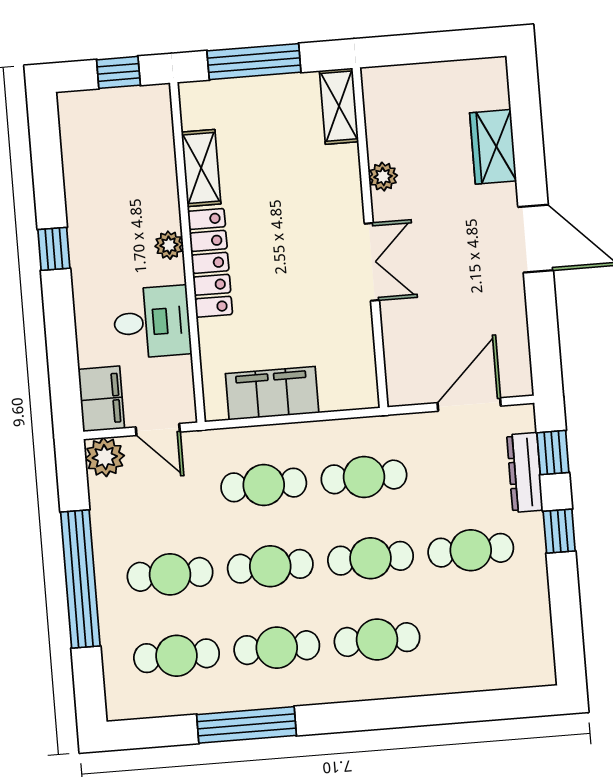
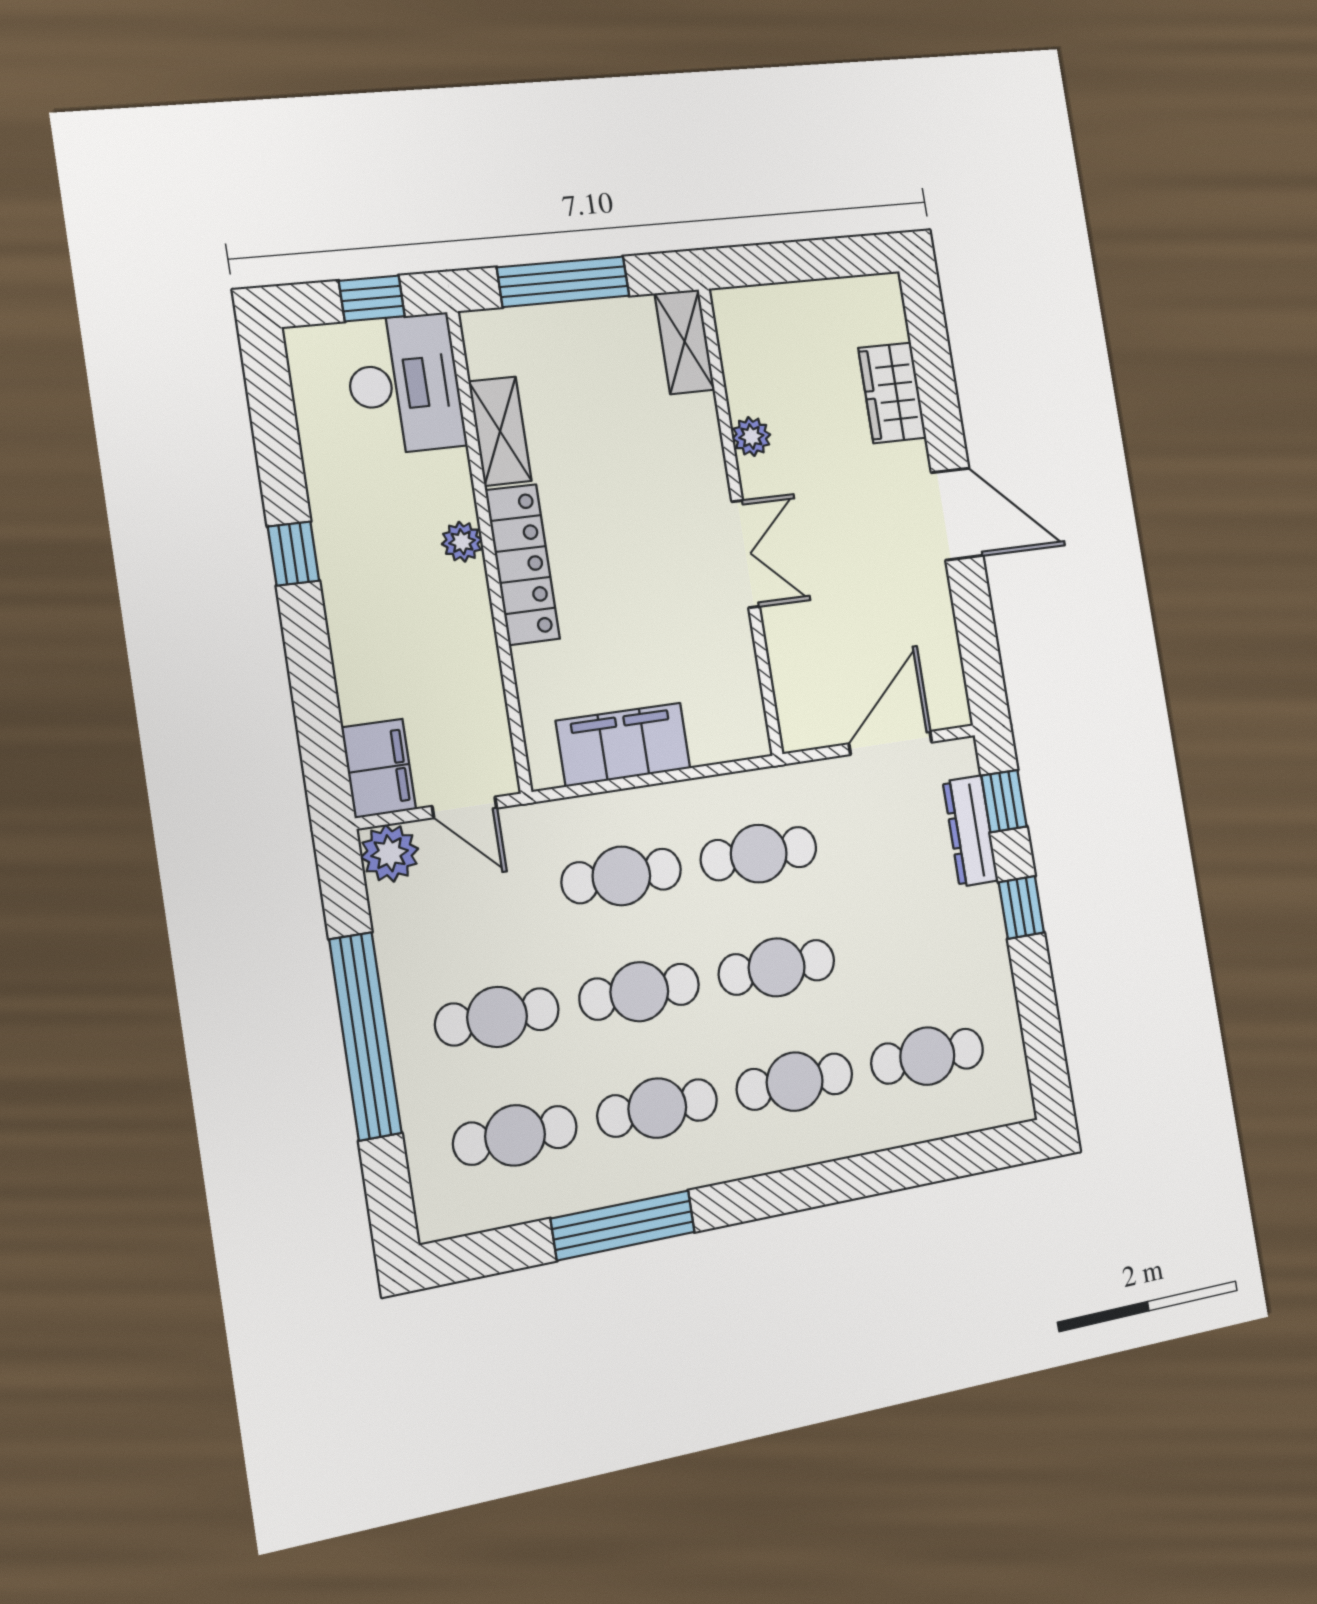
desk: (152, 322) -> (404, 384), moved, width x1.37
cafe table: (471, 550) -> (927, 1056), moved

